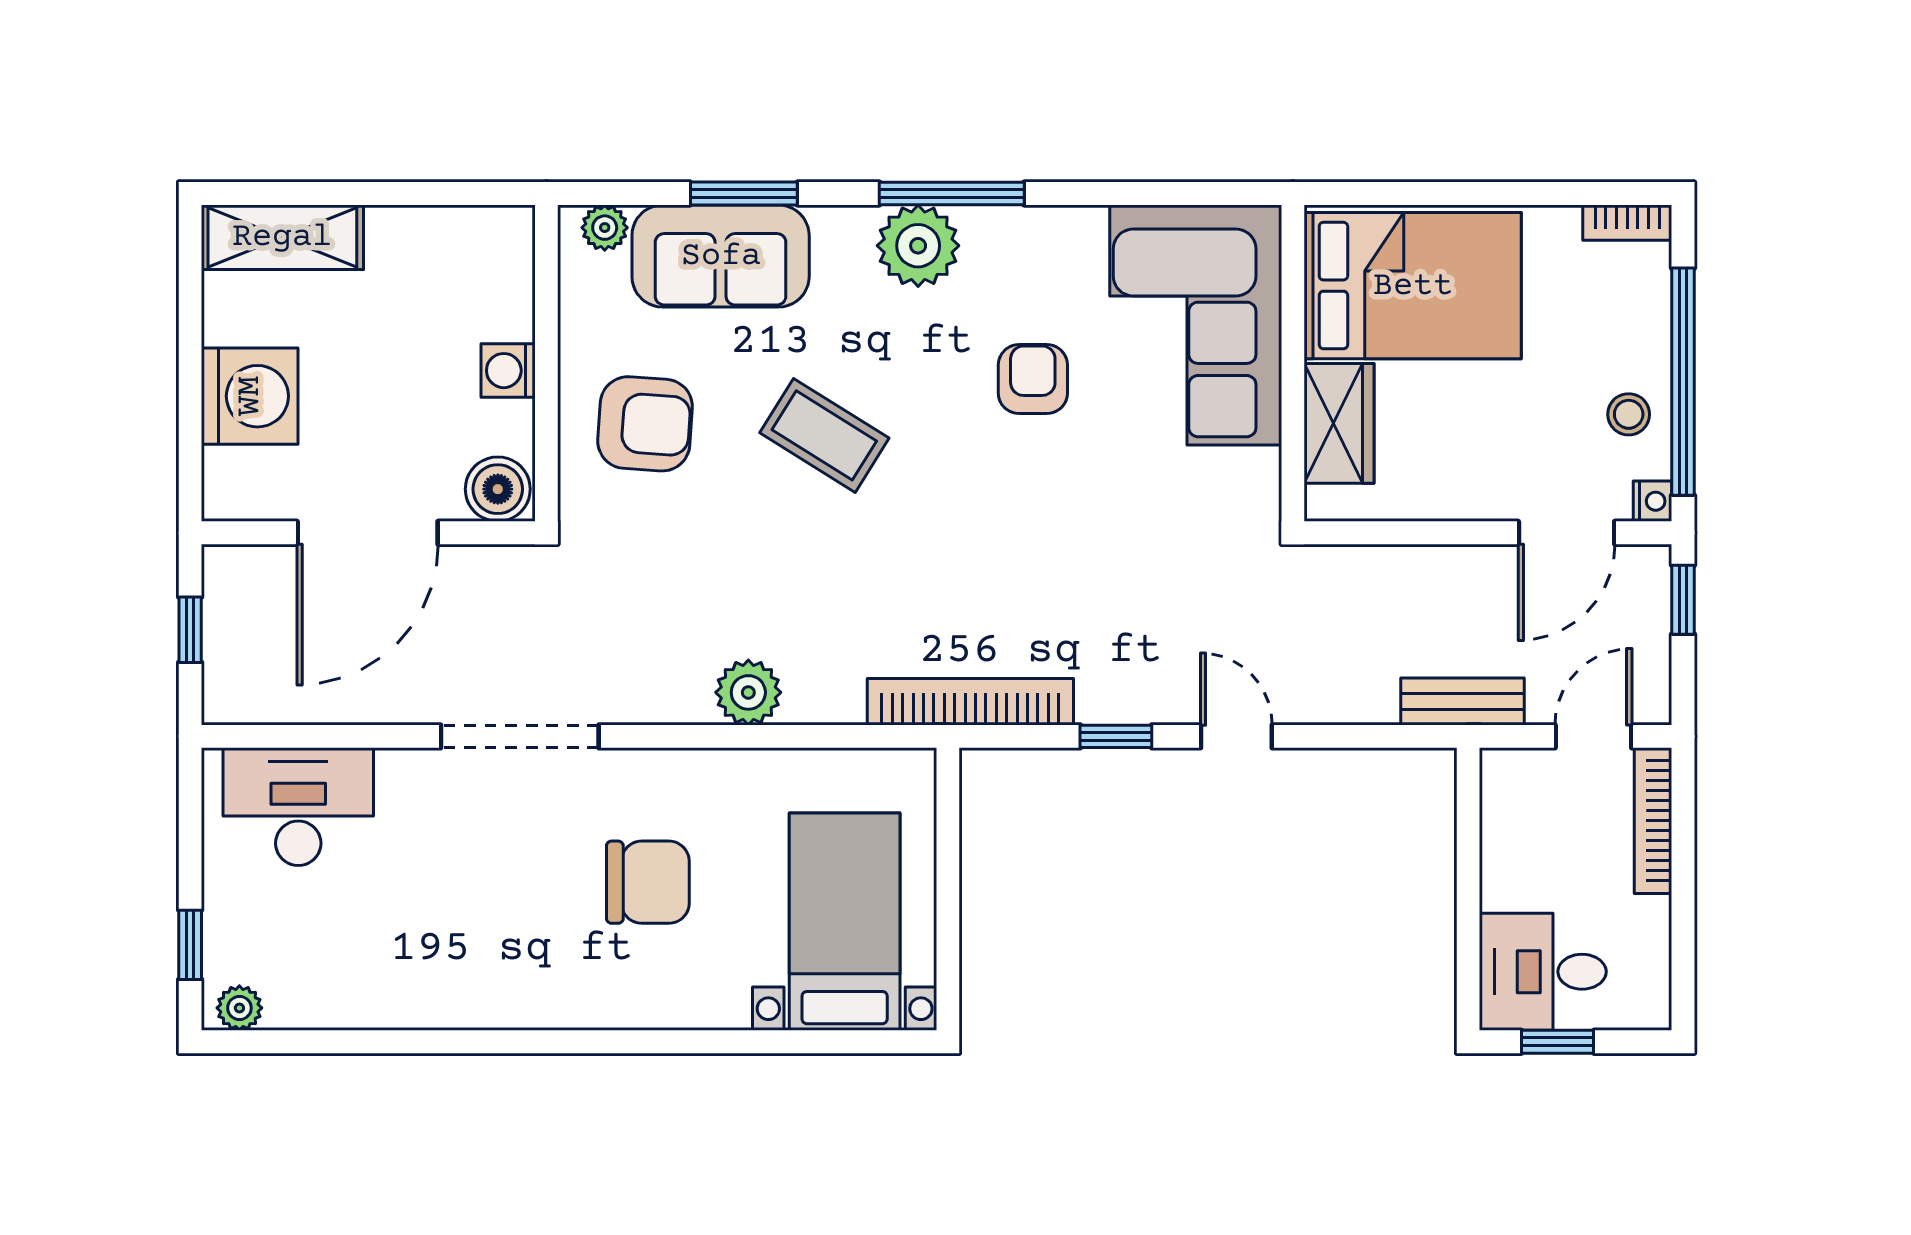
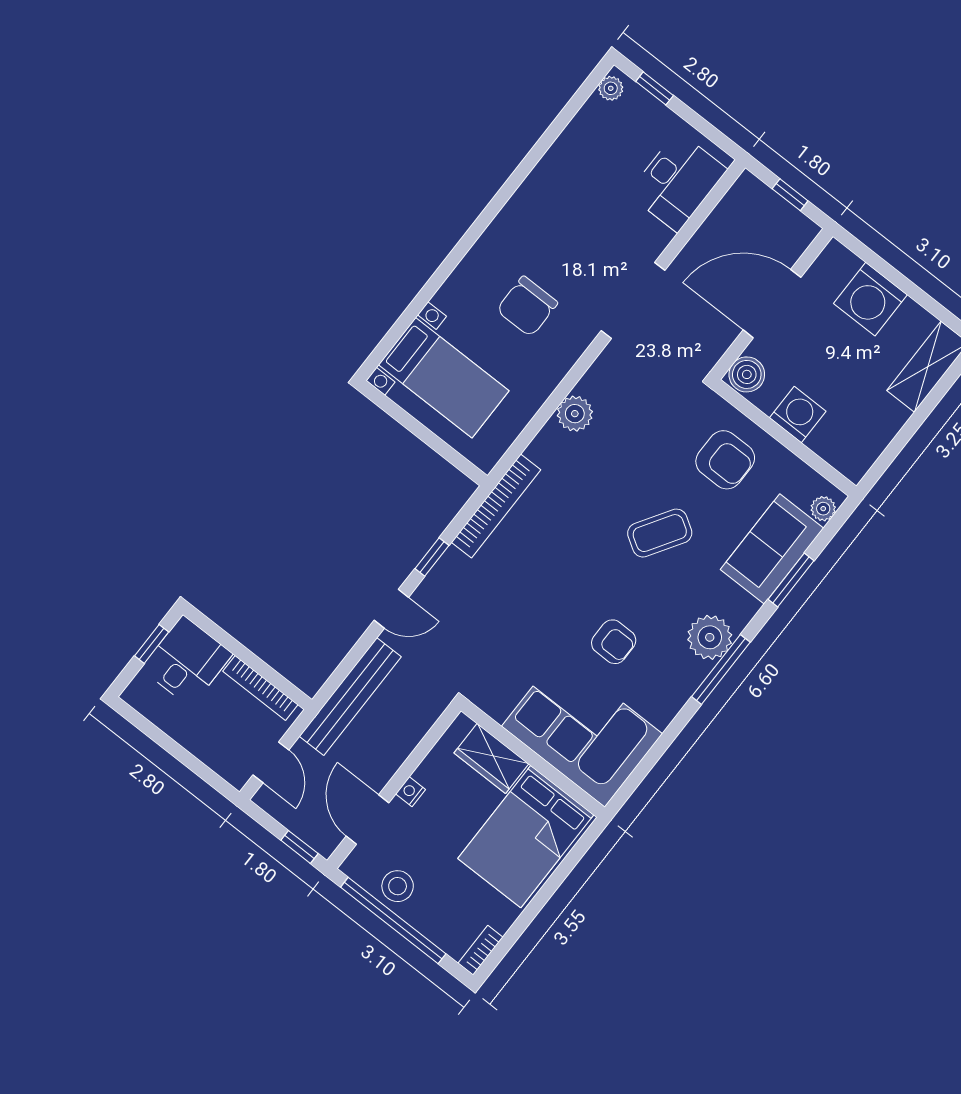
washing machine: (508, 371) -> (798, 415), width x1.38, depth x1.38
stool: (1629, 414) -> (398, 886), width x1.37, depth x1.37
armchair: (645, 424) -> (725, 460), turned -94
nightstand: (1653, 501) -> (410, 792), moved, turned 90
door: (368, 533) -> (772, 304), hinge flipped
bench: (1462, 702) -> (350, 697), width x1.86, depth x1.21
bookcase: (1653, 821) -> (260, 688), moved, turned 180

